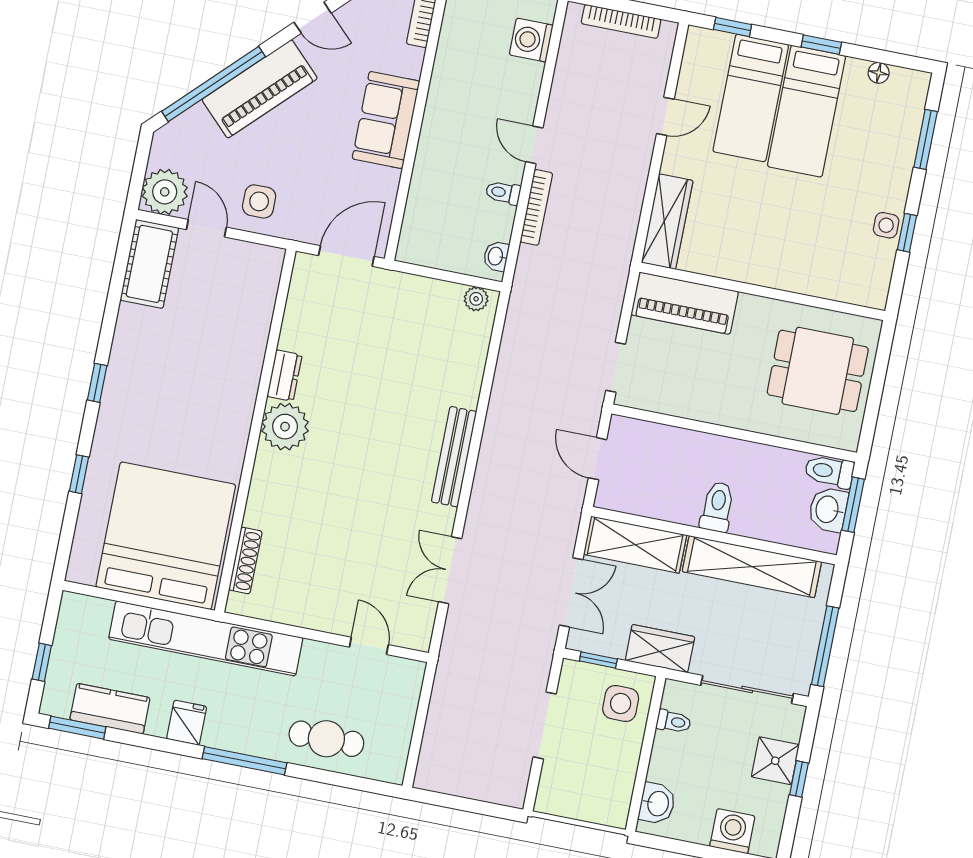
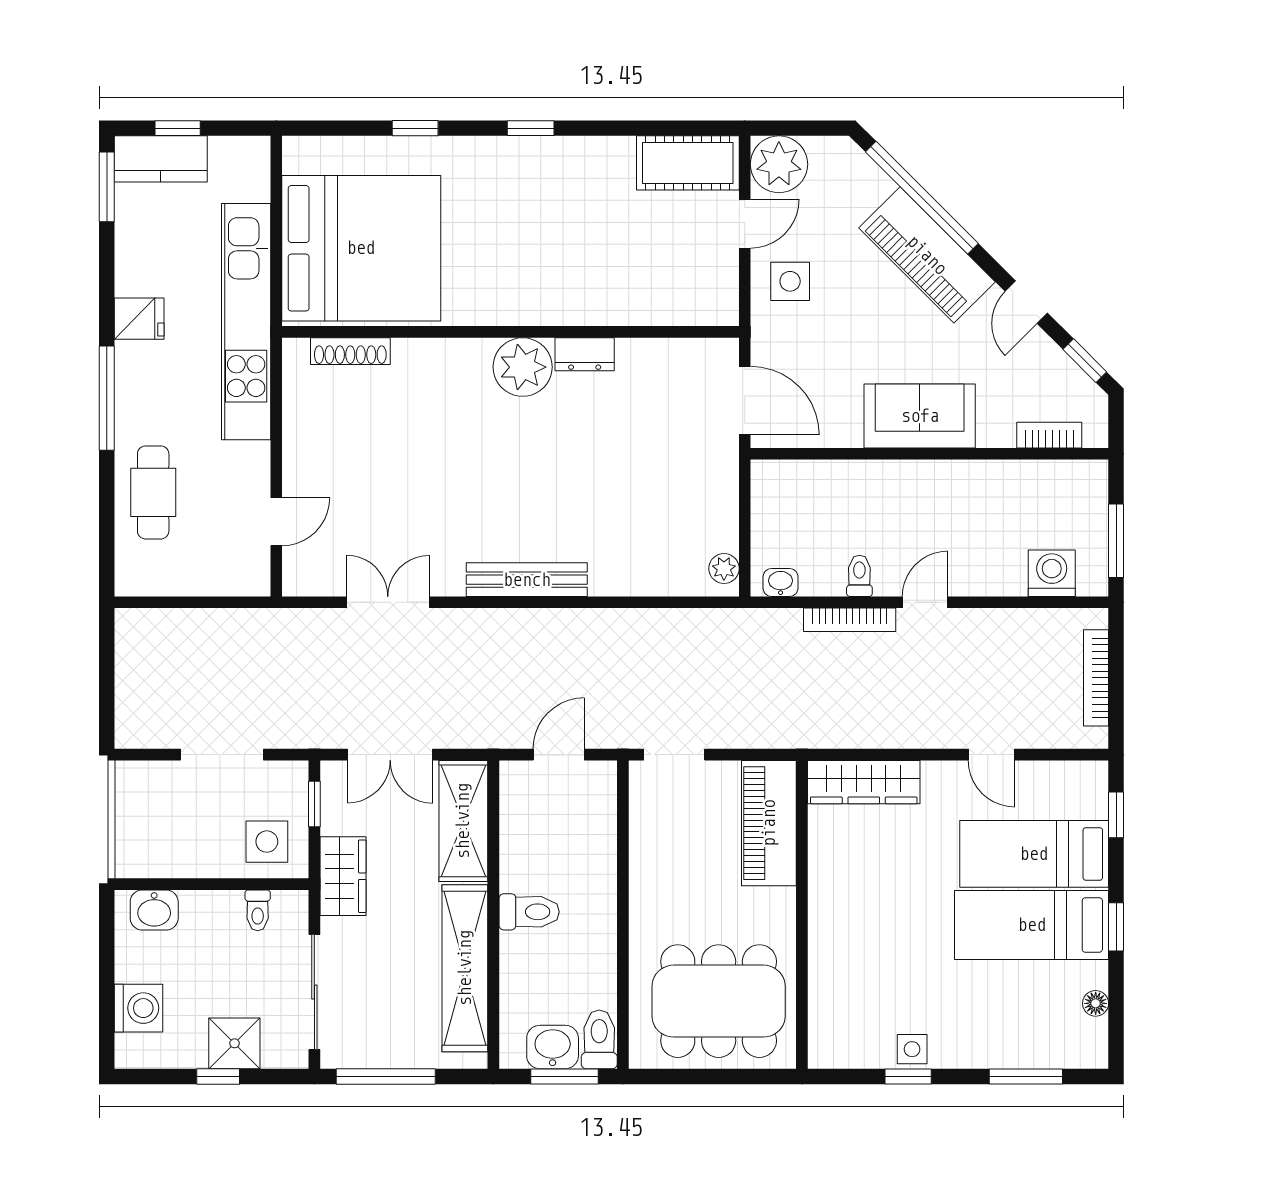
dining table: (818, 371) -> (719, 1001), width x1.38
kitchen counter: (110, 709) -> (161, 159), moved, turned 90

